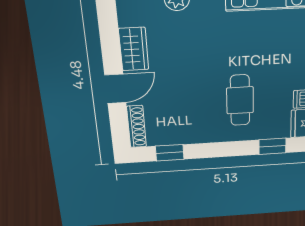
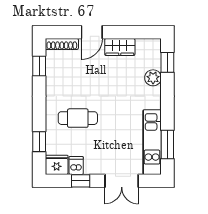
door: (115, 89) -> (92, 32), hinge flipped

